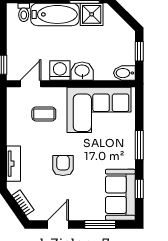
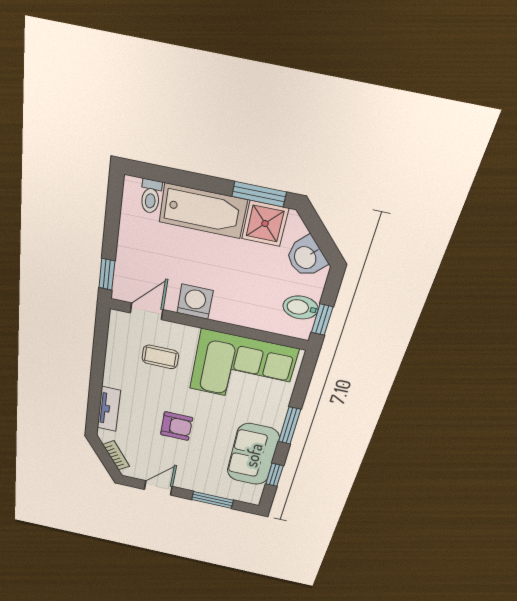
window: (139, 51) -> (322, 320), moved
washbasin: (82, 71) -> (306, 257), moved, turned -135
bidet: (124, 73) -> (301, 308), moved
armchair: (63, 166) -> (177, 426), turned 90
sofa: (120, 195) -> (253, 455), moved

